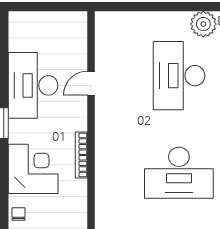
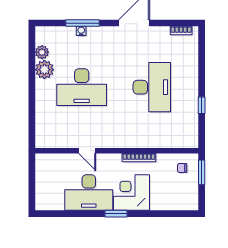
corner desk: (33, 169) -> (131, 192), moved
chair: (19, 214) -> (182, 168), moved

